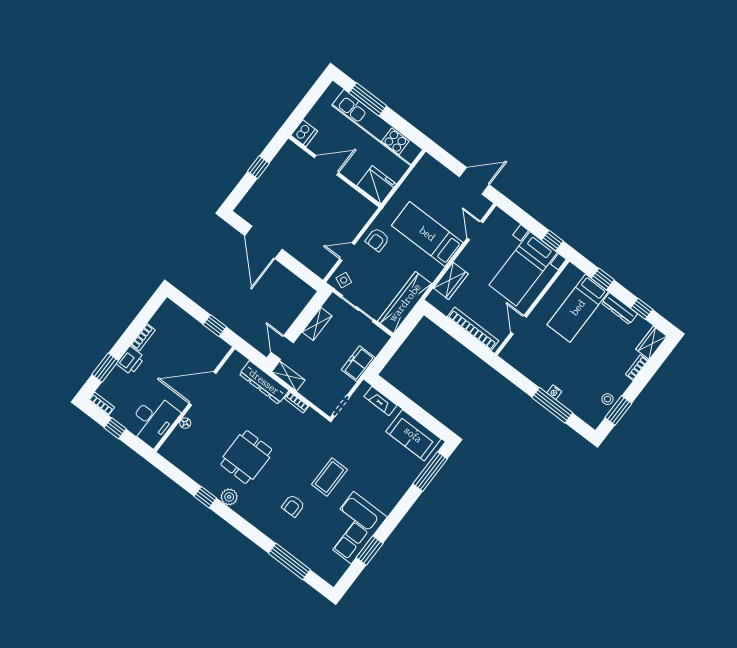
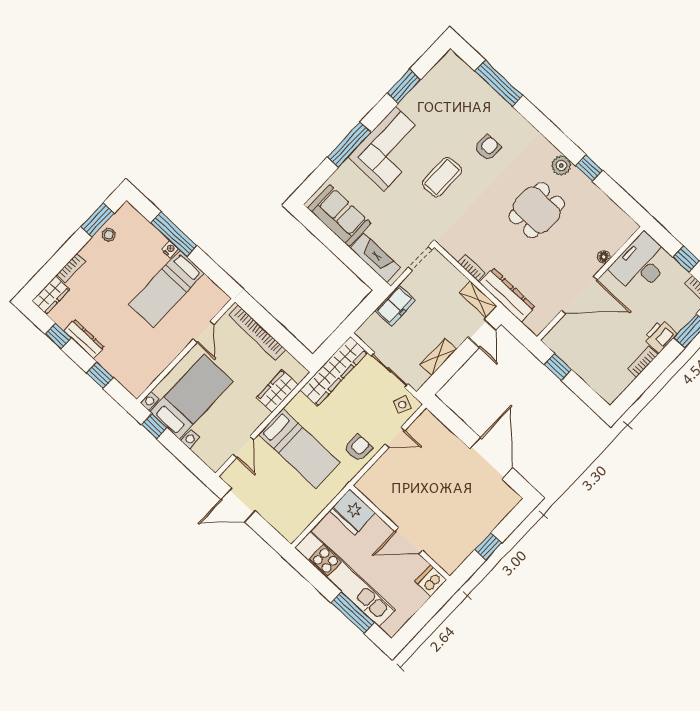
bed: (578, 308) -> (167, 289), moved, turned 180
fireplace: (381, 401) -> (375, 258), width x1.37, depth x1.32
window: (430, 471) -> (349, 145), moved
corner sofa: (352, 528) -> (390, 149), moved

